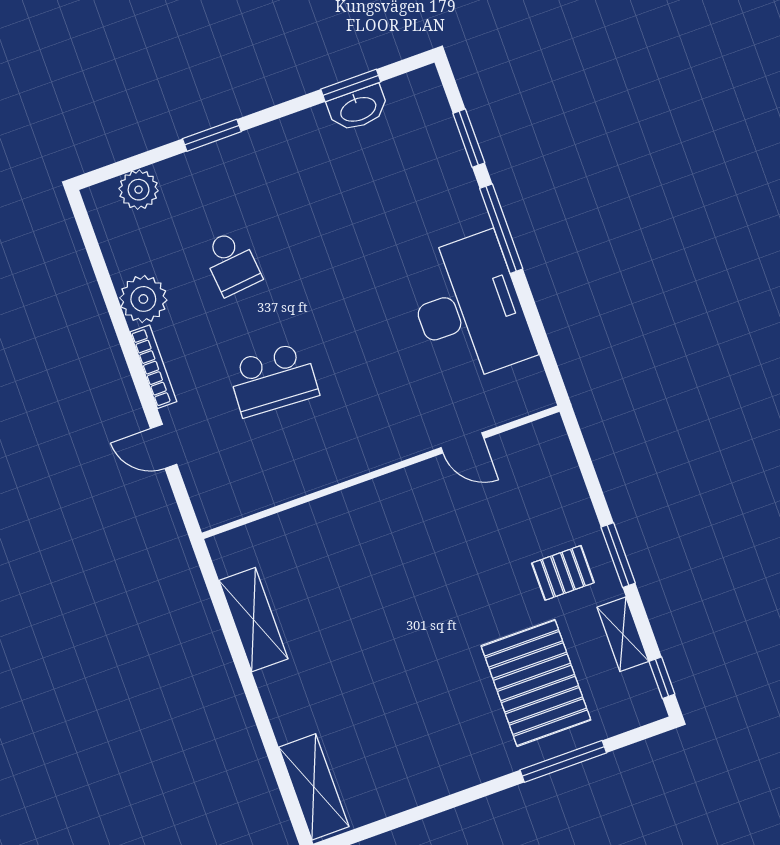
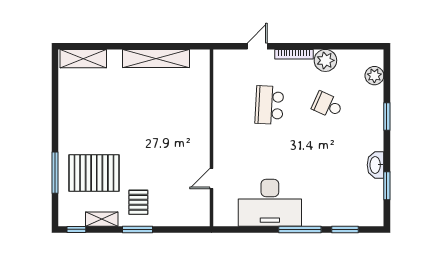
washbasin: (358, 108) -> (376, 165), moved
school desk: (232, 263) -> (327, 105), turned 30
shelving: (254, 620) -> (156, 58), width x1.47

